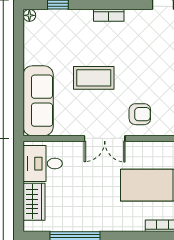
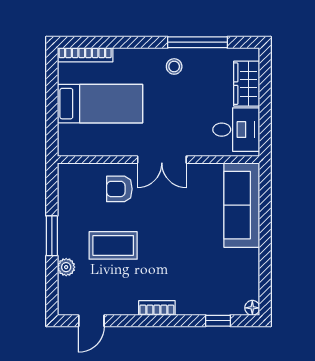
coffee table: (94, 78) -> (113, 245), moved
double door: (105, 138) -> (162, 160), swing flipped
stool: (94, 216) -> (174, 66), added

